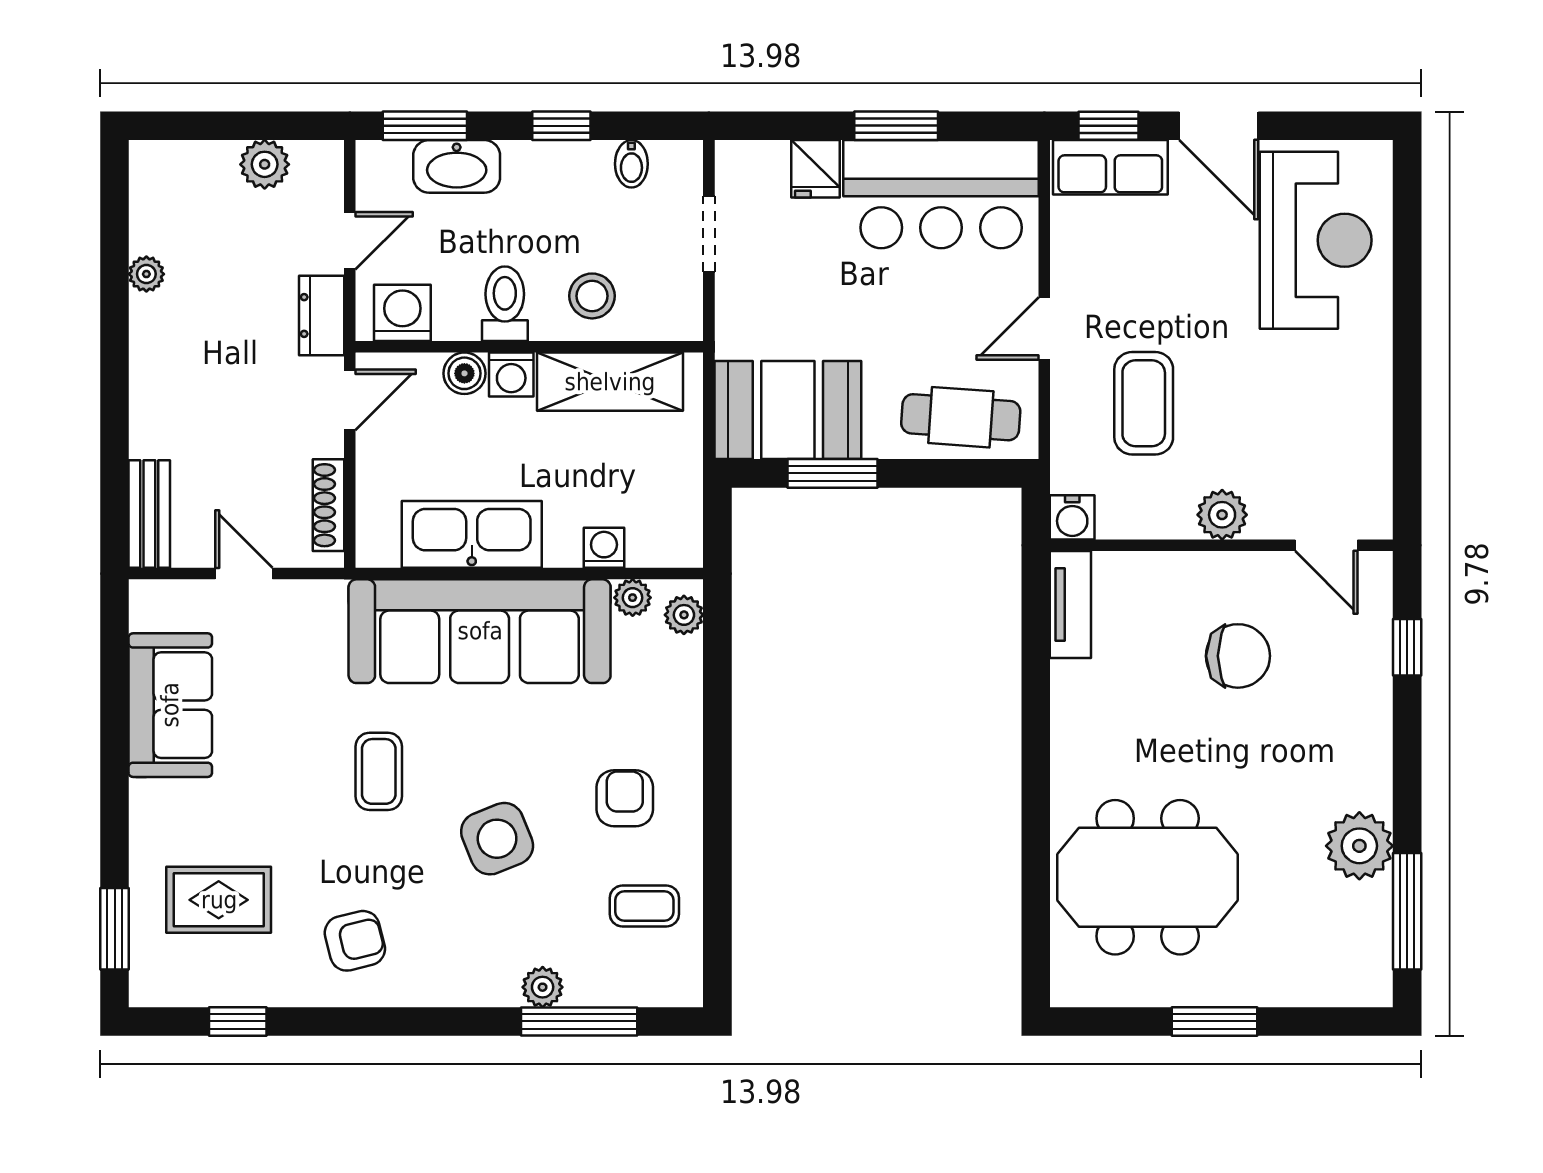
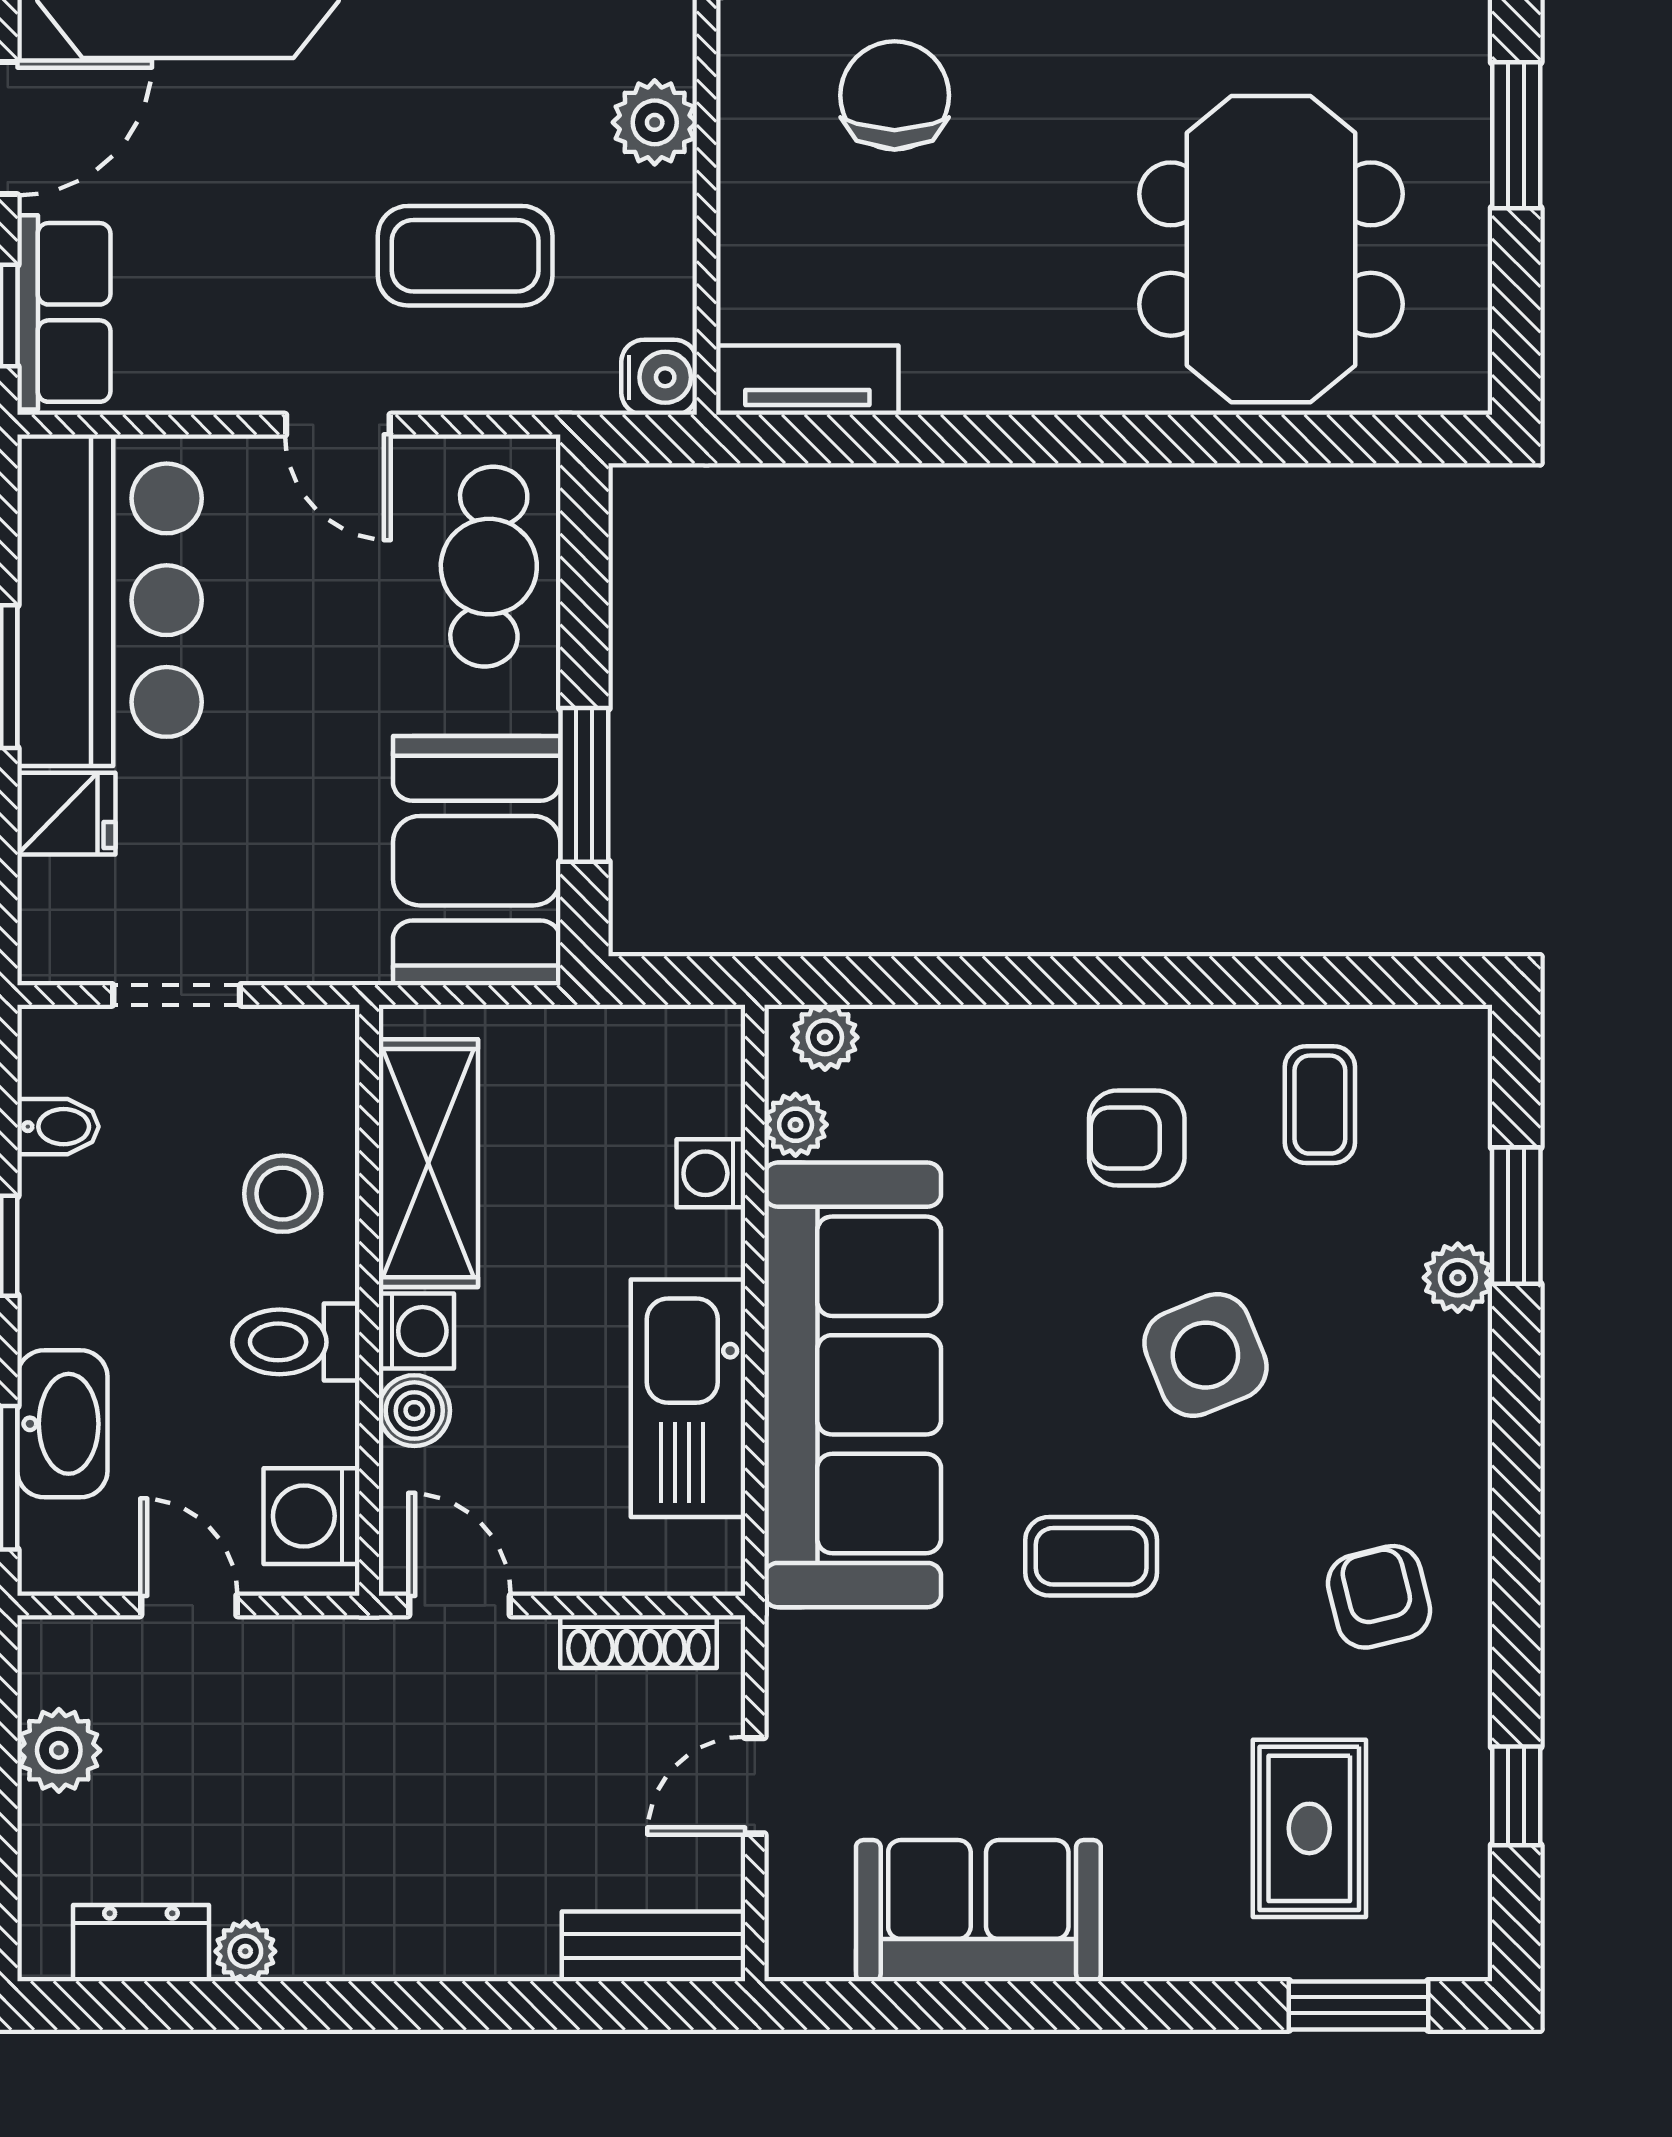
dresser: (322, 316) -> (141, 1943), moved, turned 180
window: (579, 1021) -> (1516, 1216), width x0.69

